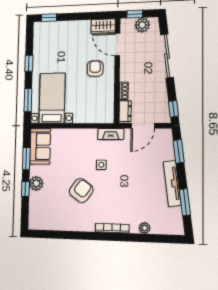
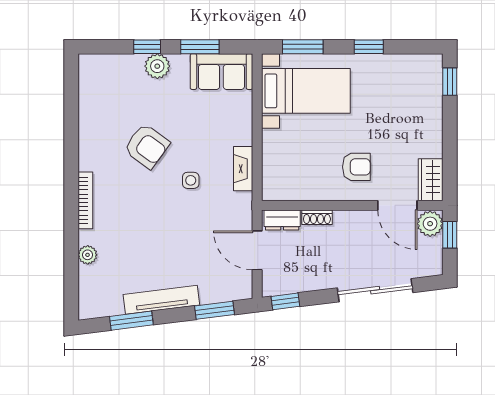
plant: (142, 25) -> (430, 224), moved
door: (117, 45) -> (397, 205), swing flipped
fireplace: (111, 134) -> (243, 169), moved

